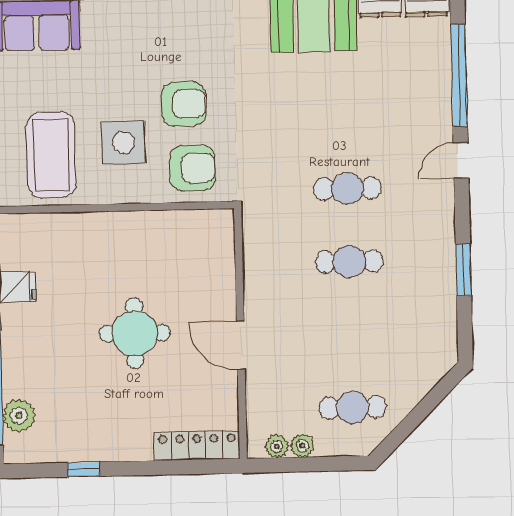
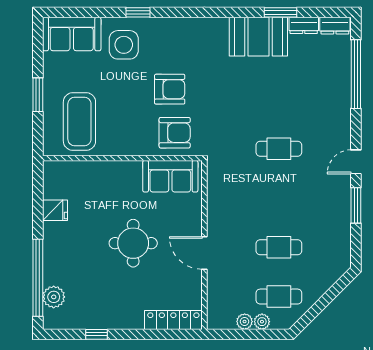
side table: (123, 143) -> (124, 45), moved
door: (461, 160) -> (356, 162), moved
sofa: (188, 233) -> (170, 176), added
cafe table: (349, 261) -> (279, 247), moved
plant: (277, 446) -> (262, 322), moved

